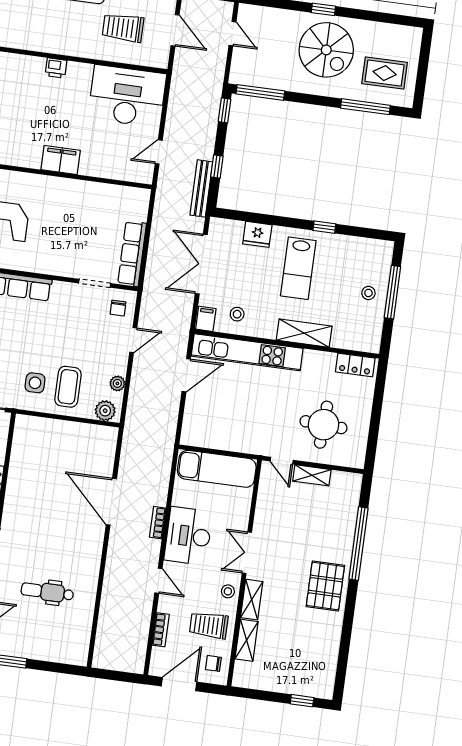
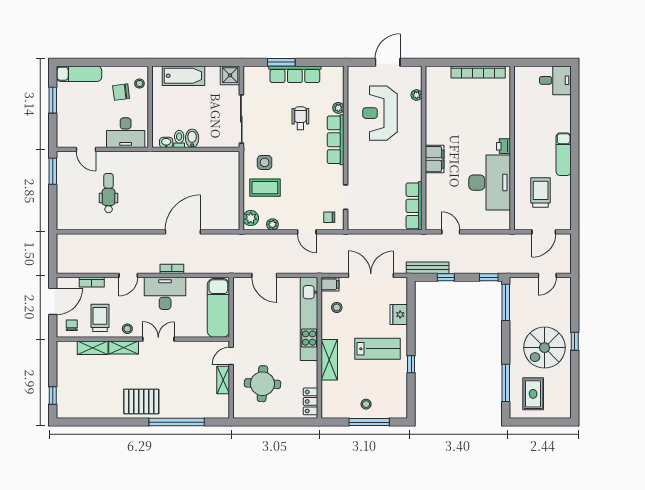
desk: (127, 96) -> (490, 183), moved
row of seats: (132, 254) -> (414, 206), moved, turned -90
lab bench: (298, 268) -> (378, 349), turned 180
door: (186, 375) -> (264, 275), moved
door: (179, 684) -> (53, 301), hinge flipped

